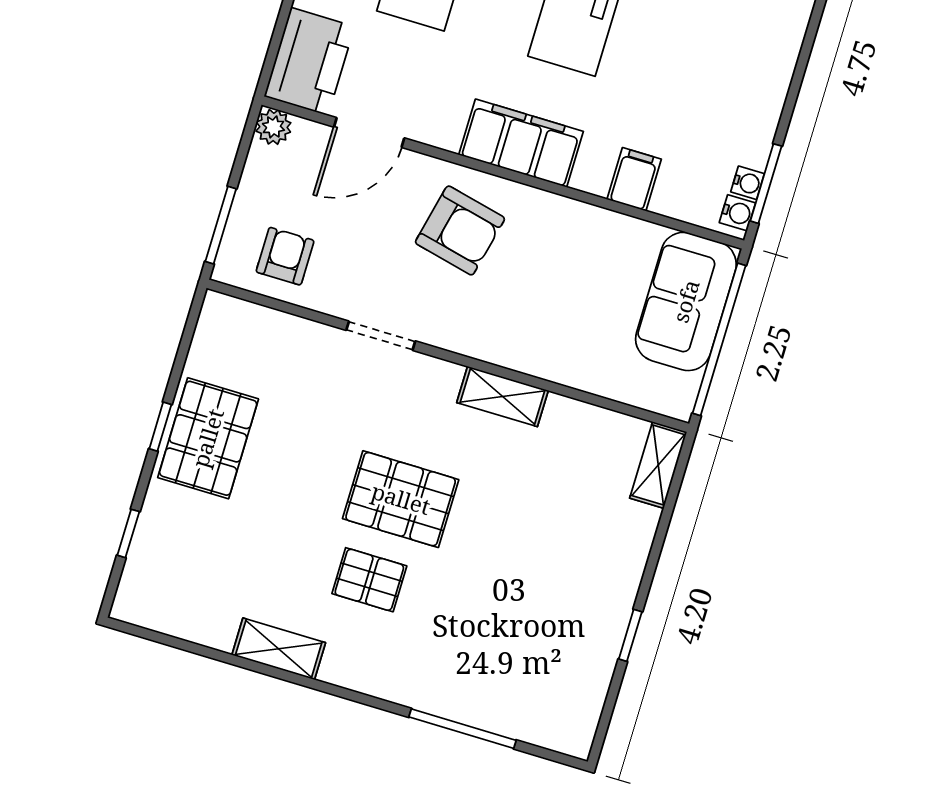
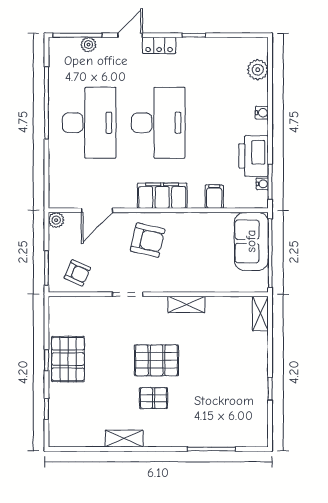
printer: (309, 61) -> (254, 156), moved, turned 180
water cooler: (737, 213) -> (262, 113), moved
armchair: (285, 256) -> (77, 273), turned 114

